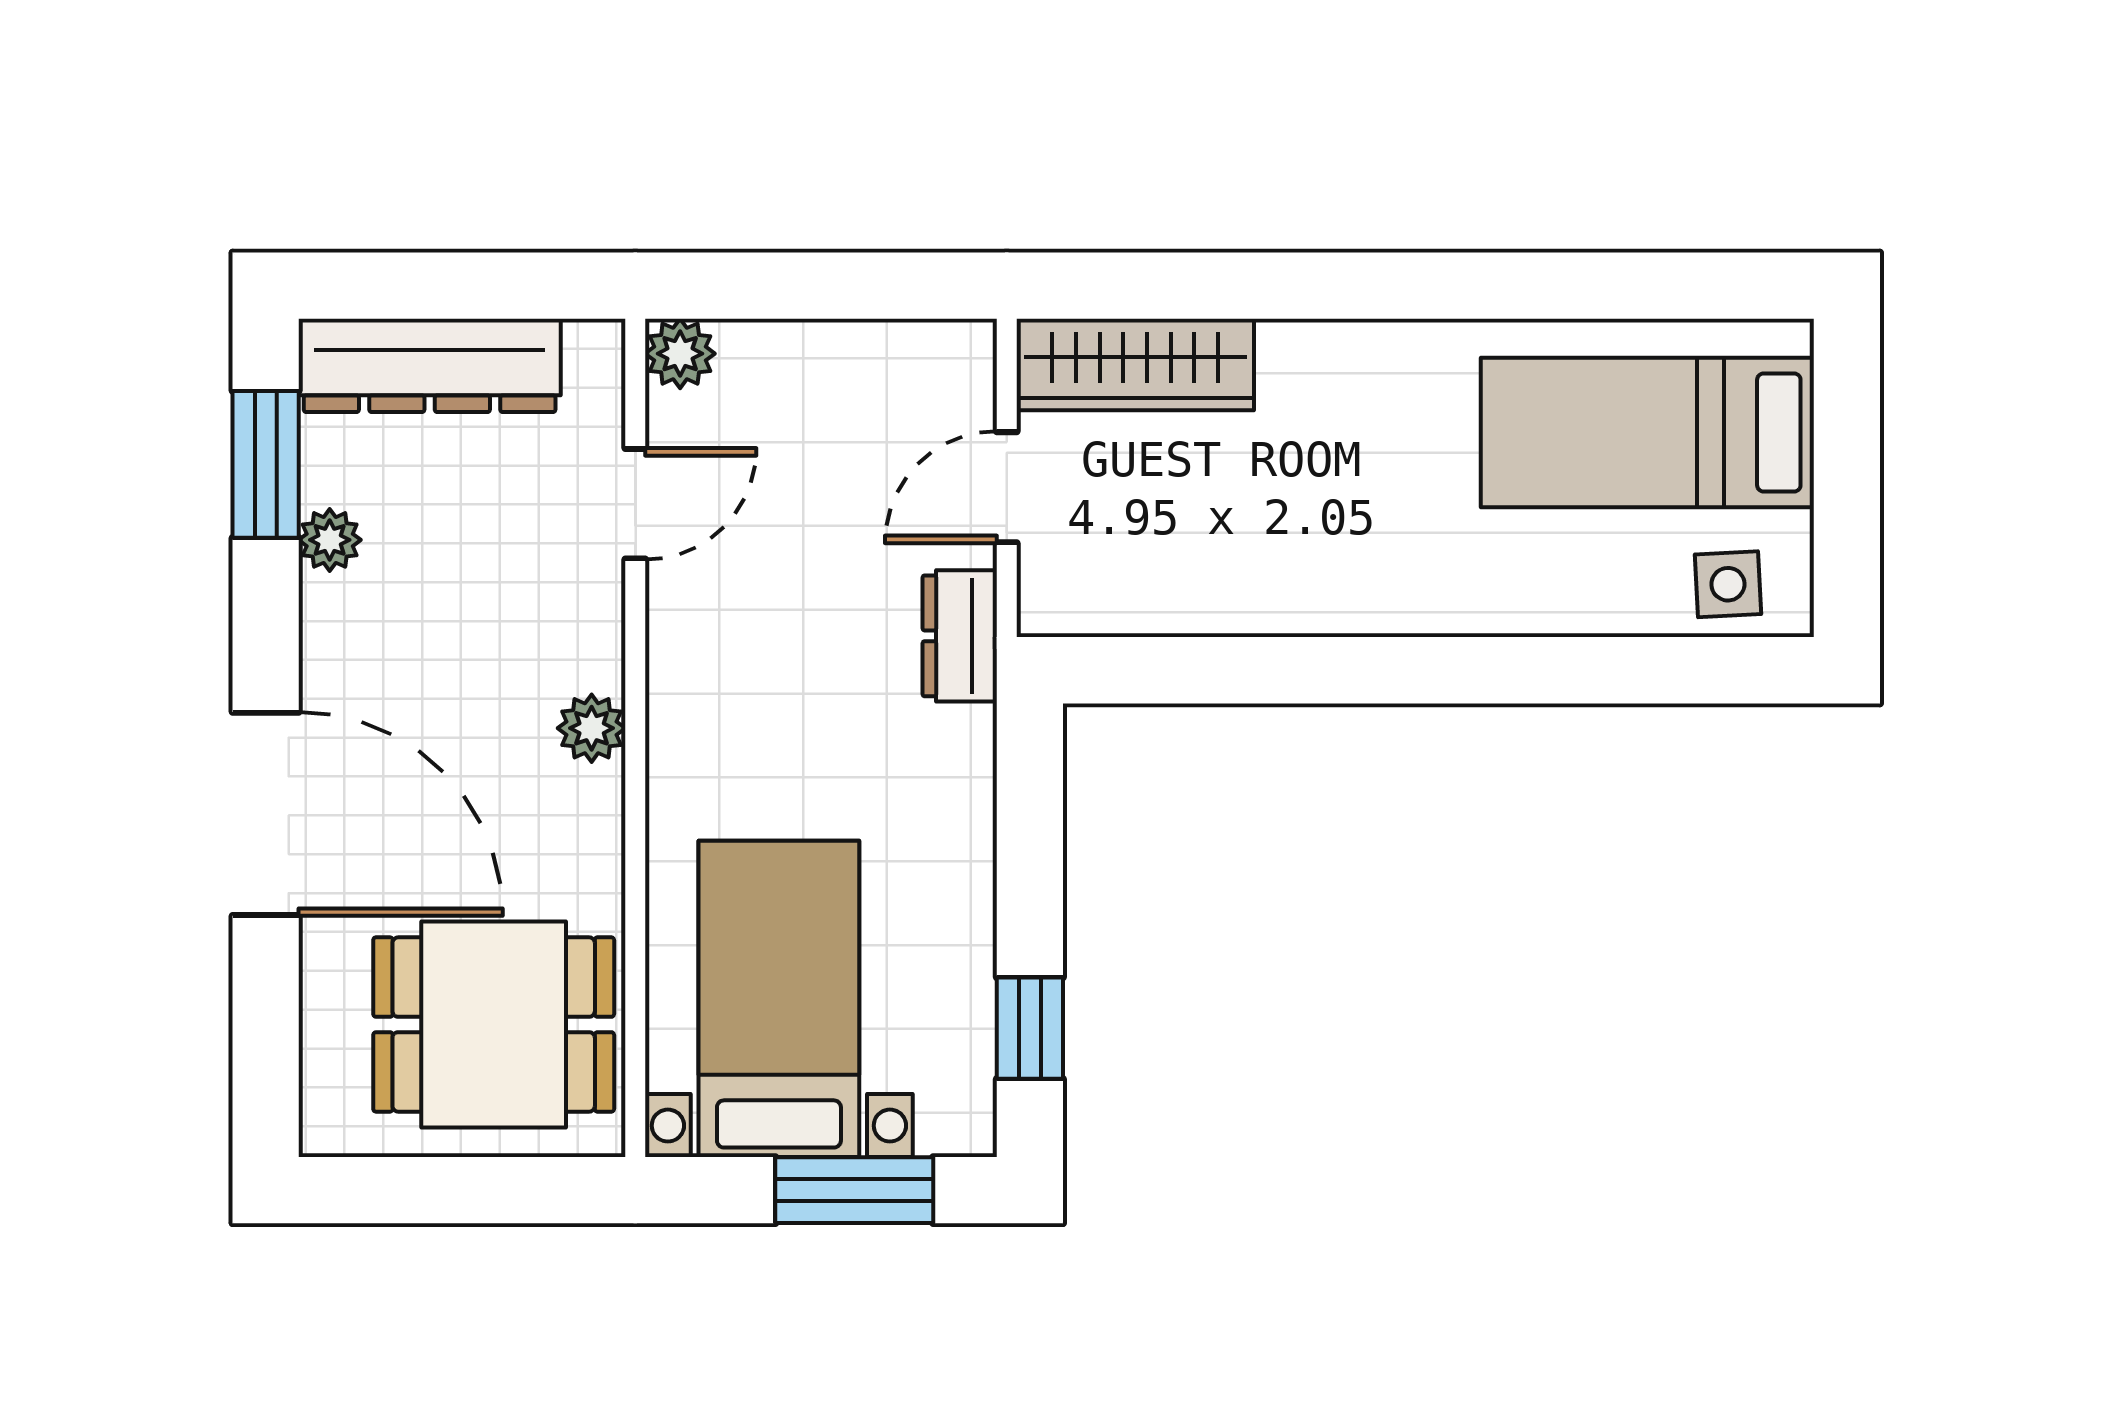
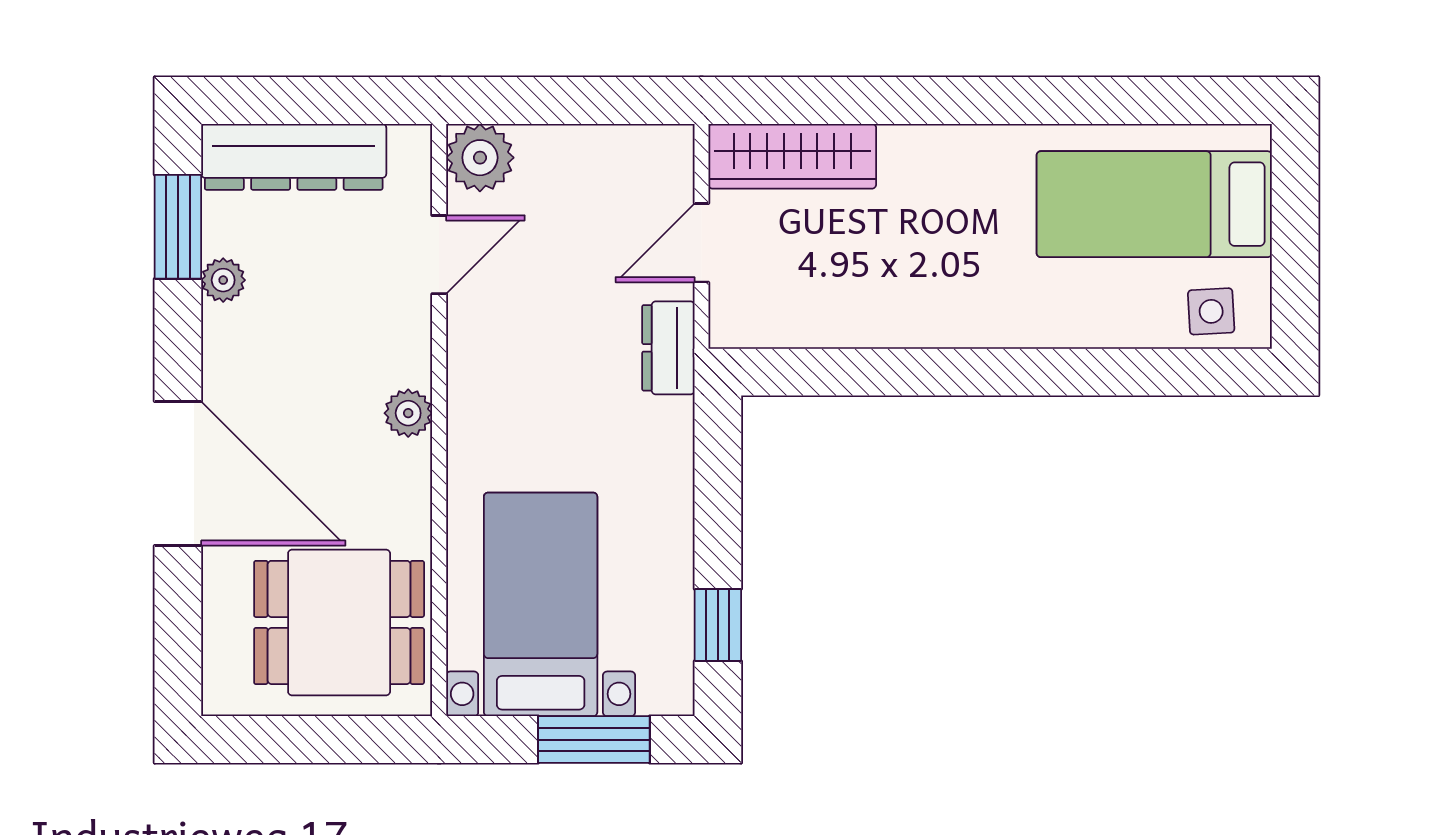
plant: (680, 354) -> (480, 158), width x1.38, depth x1.38

